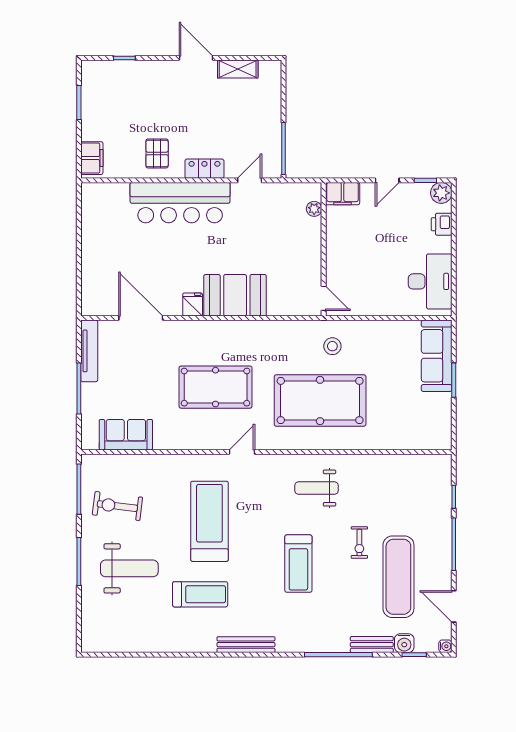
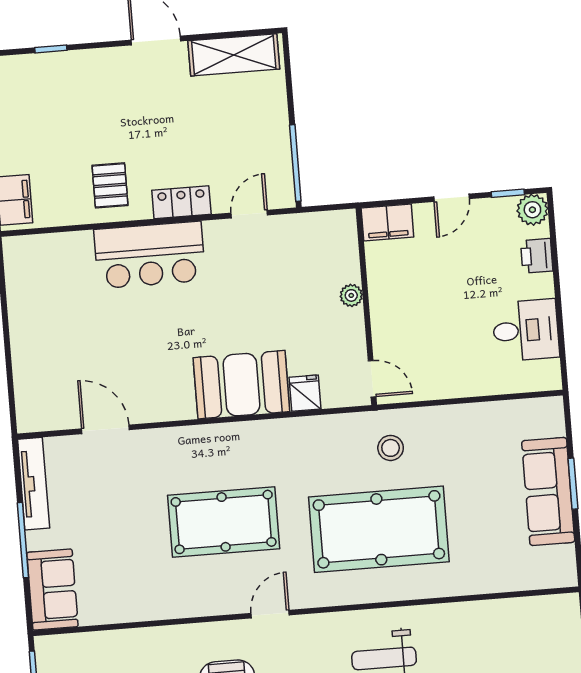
shelving: (238, 69) -> (234, 55), width x1.50, depth x1.33
bar counter: (180, 203) -> (150, 255), width x0.73
plant: (314, 209) -> (351, 295), moved
desk: (430, 281) -> (526, 330), width x0.73
fridge: (193, 304) -> (305, 393), moved
door: (141, 318) -> (105, 429), width x0.73
sofa: (437, 356) -> (548, 491), moved
sofa: (126, 435) -> (52, 590), moved, turned 90

